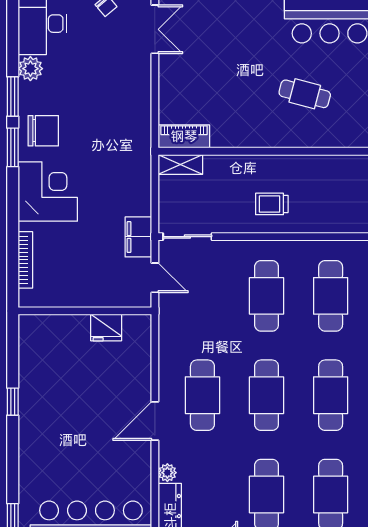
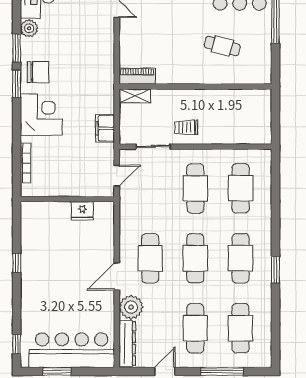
trolley: (272, 204) -> (186, 127), moved
filing cabinet: (138, 237) -> (105, 128), moved
sliding door: (187, 237) -> (153, 147), moved
door: (155, 278) -> (117, 176), hinge flipped
plant: (167, 473) -> (131, 307), width x1.88, depth x1.88

